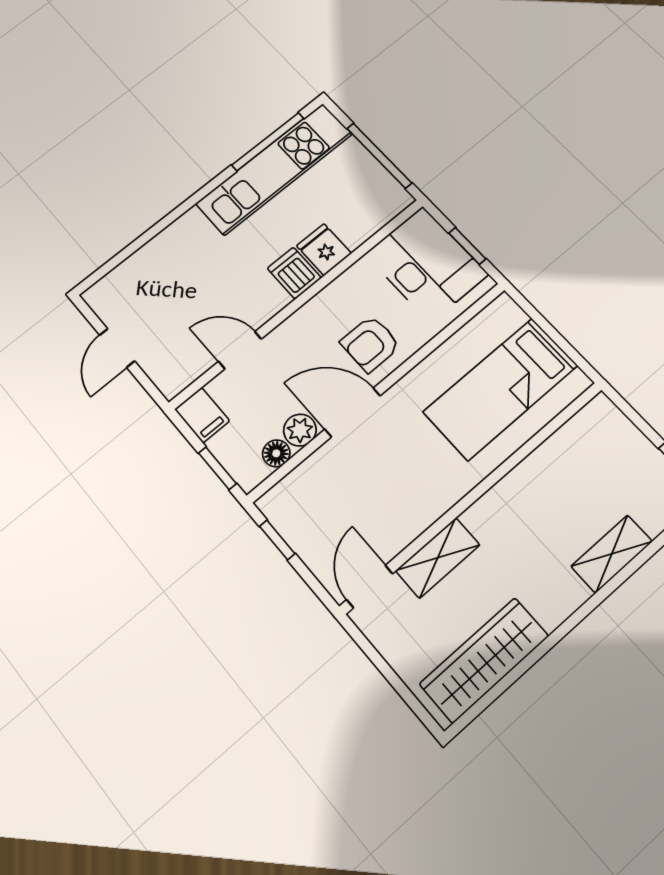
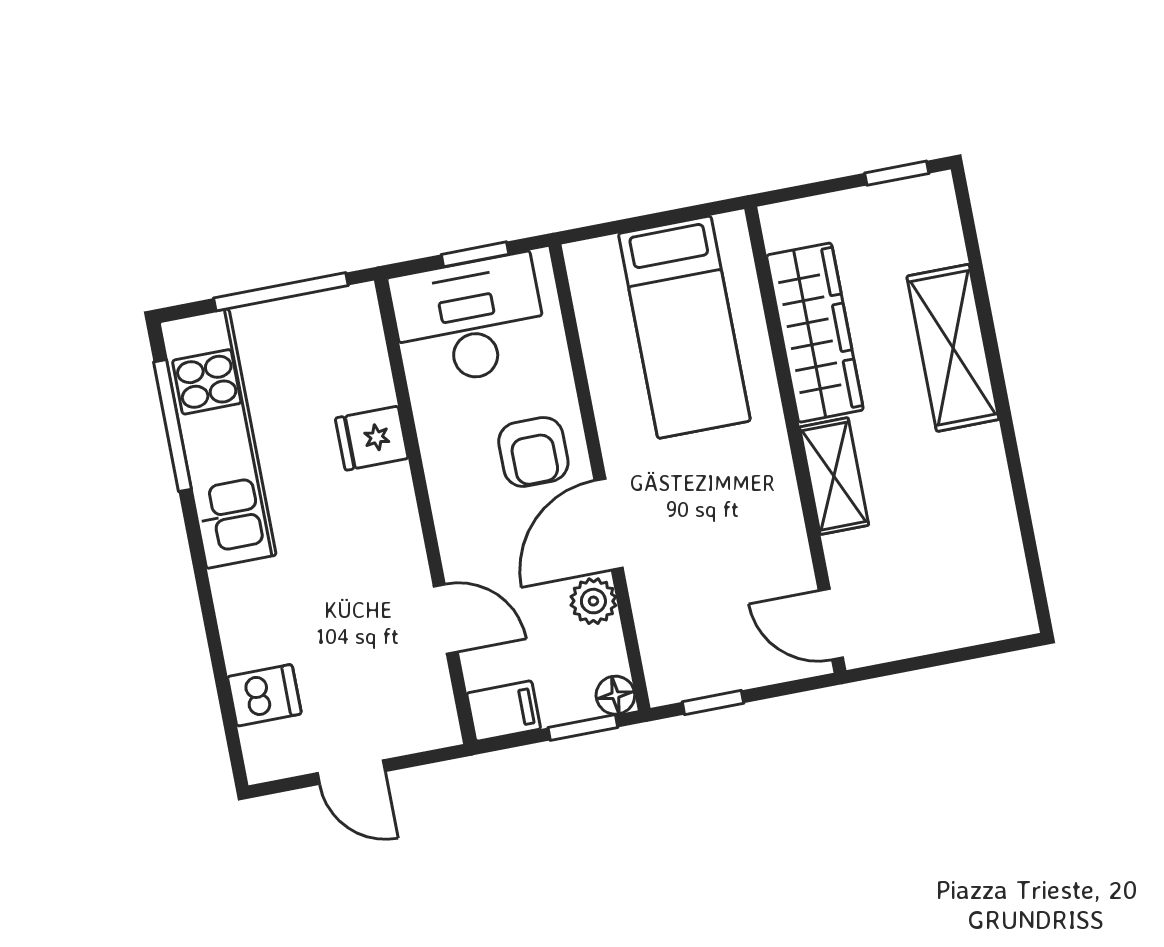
dishwasher: (294, 273) -> (264, 695), moved, turned 180
door: (240, 350) -> (446, 619), swing flipped
floor lamp: (276, 453) -> (615, 695), moved
shelving: (612, 554) -> (953, 348), width x1.50, depth x1.33
shelving: (438, 558) -> (834, 476), moved
wardrobe: (484, 660) -> (815, 333), moved, turned 180

